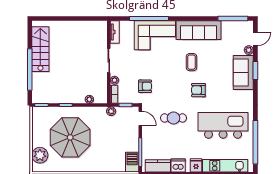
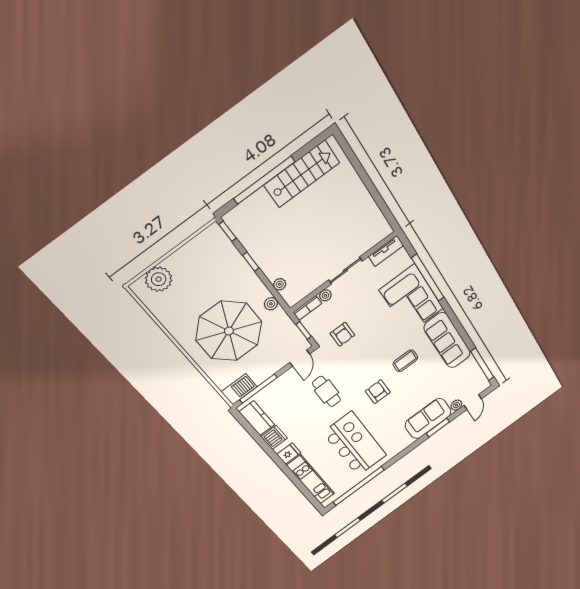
door: (255, 39) -> (473, 402), hinge flipped
plant: (111, 111) -> (271, 304), moved
parasol: (70, 137) -> (229, 331), moved

